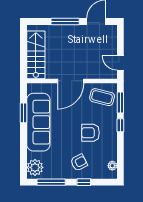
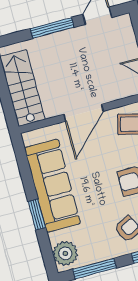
window: (23, 113) -> (37, 215), moved

